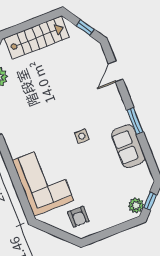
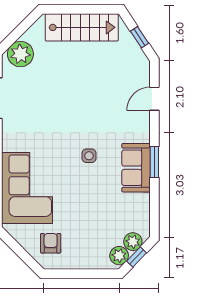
sofa: (128, 146) -> (136, 168), moved
plant: (143, 190) -> (133, 242), added
armchair: (78, 217) -> (51, 243), turned 180

